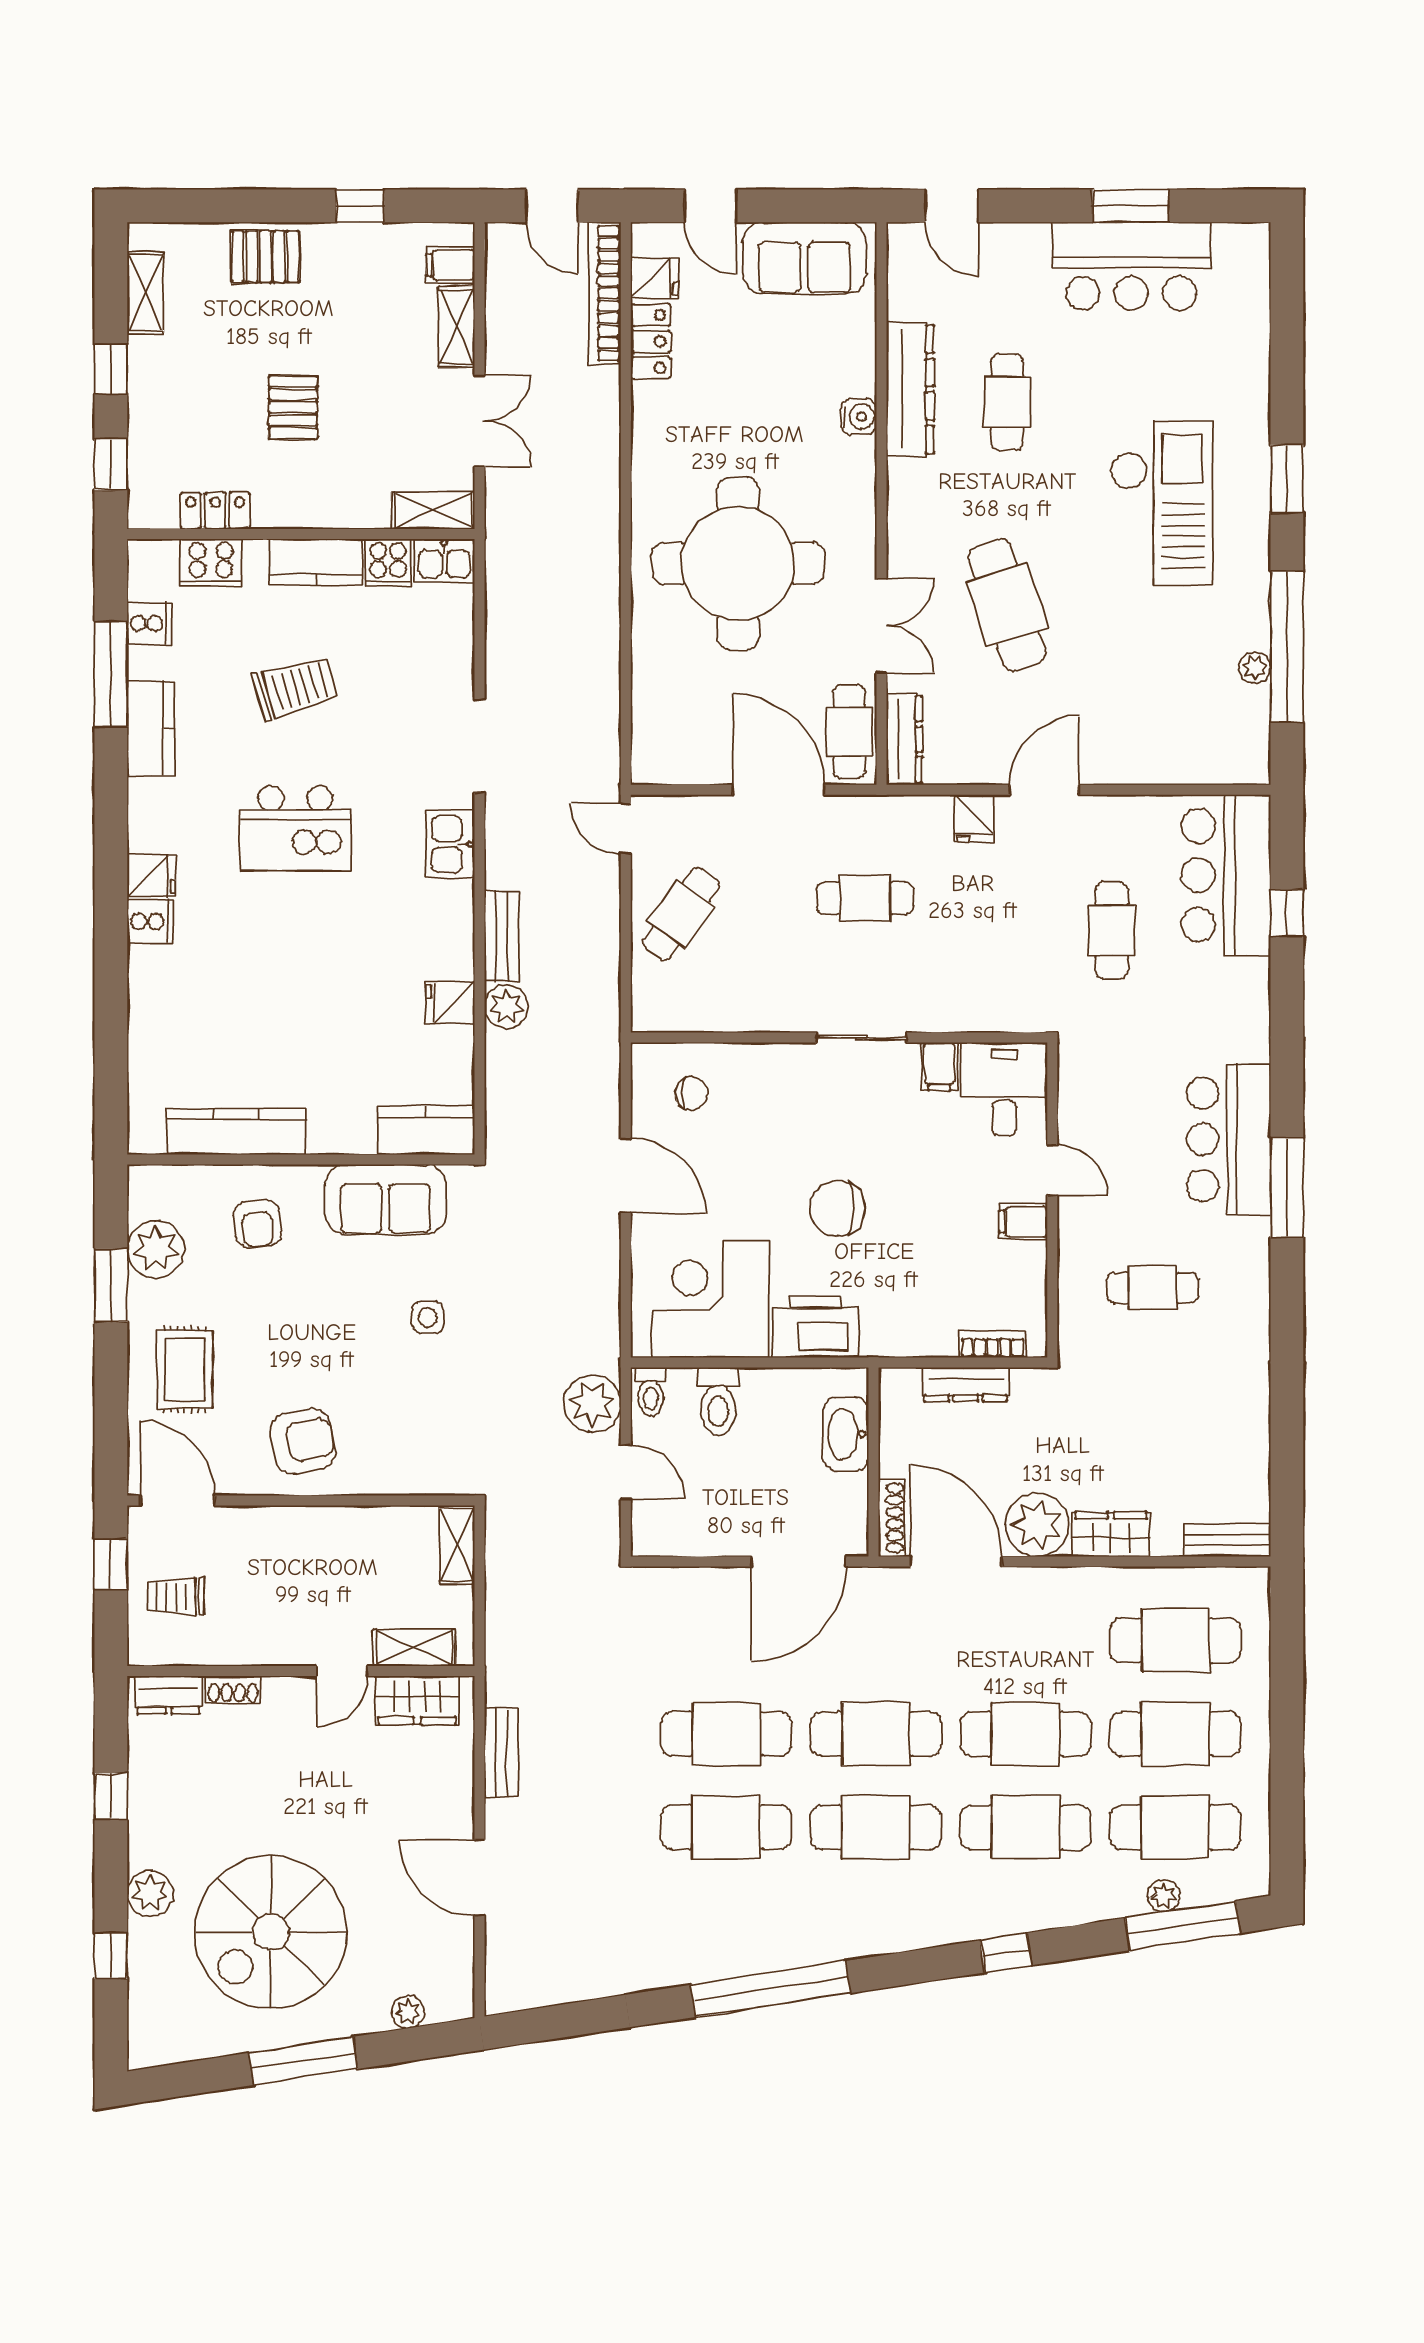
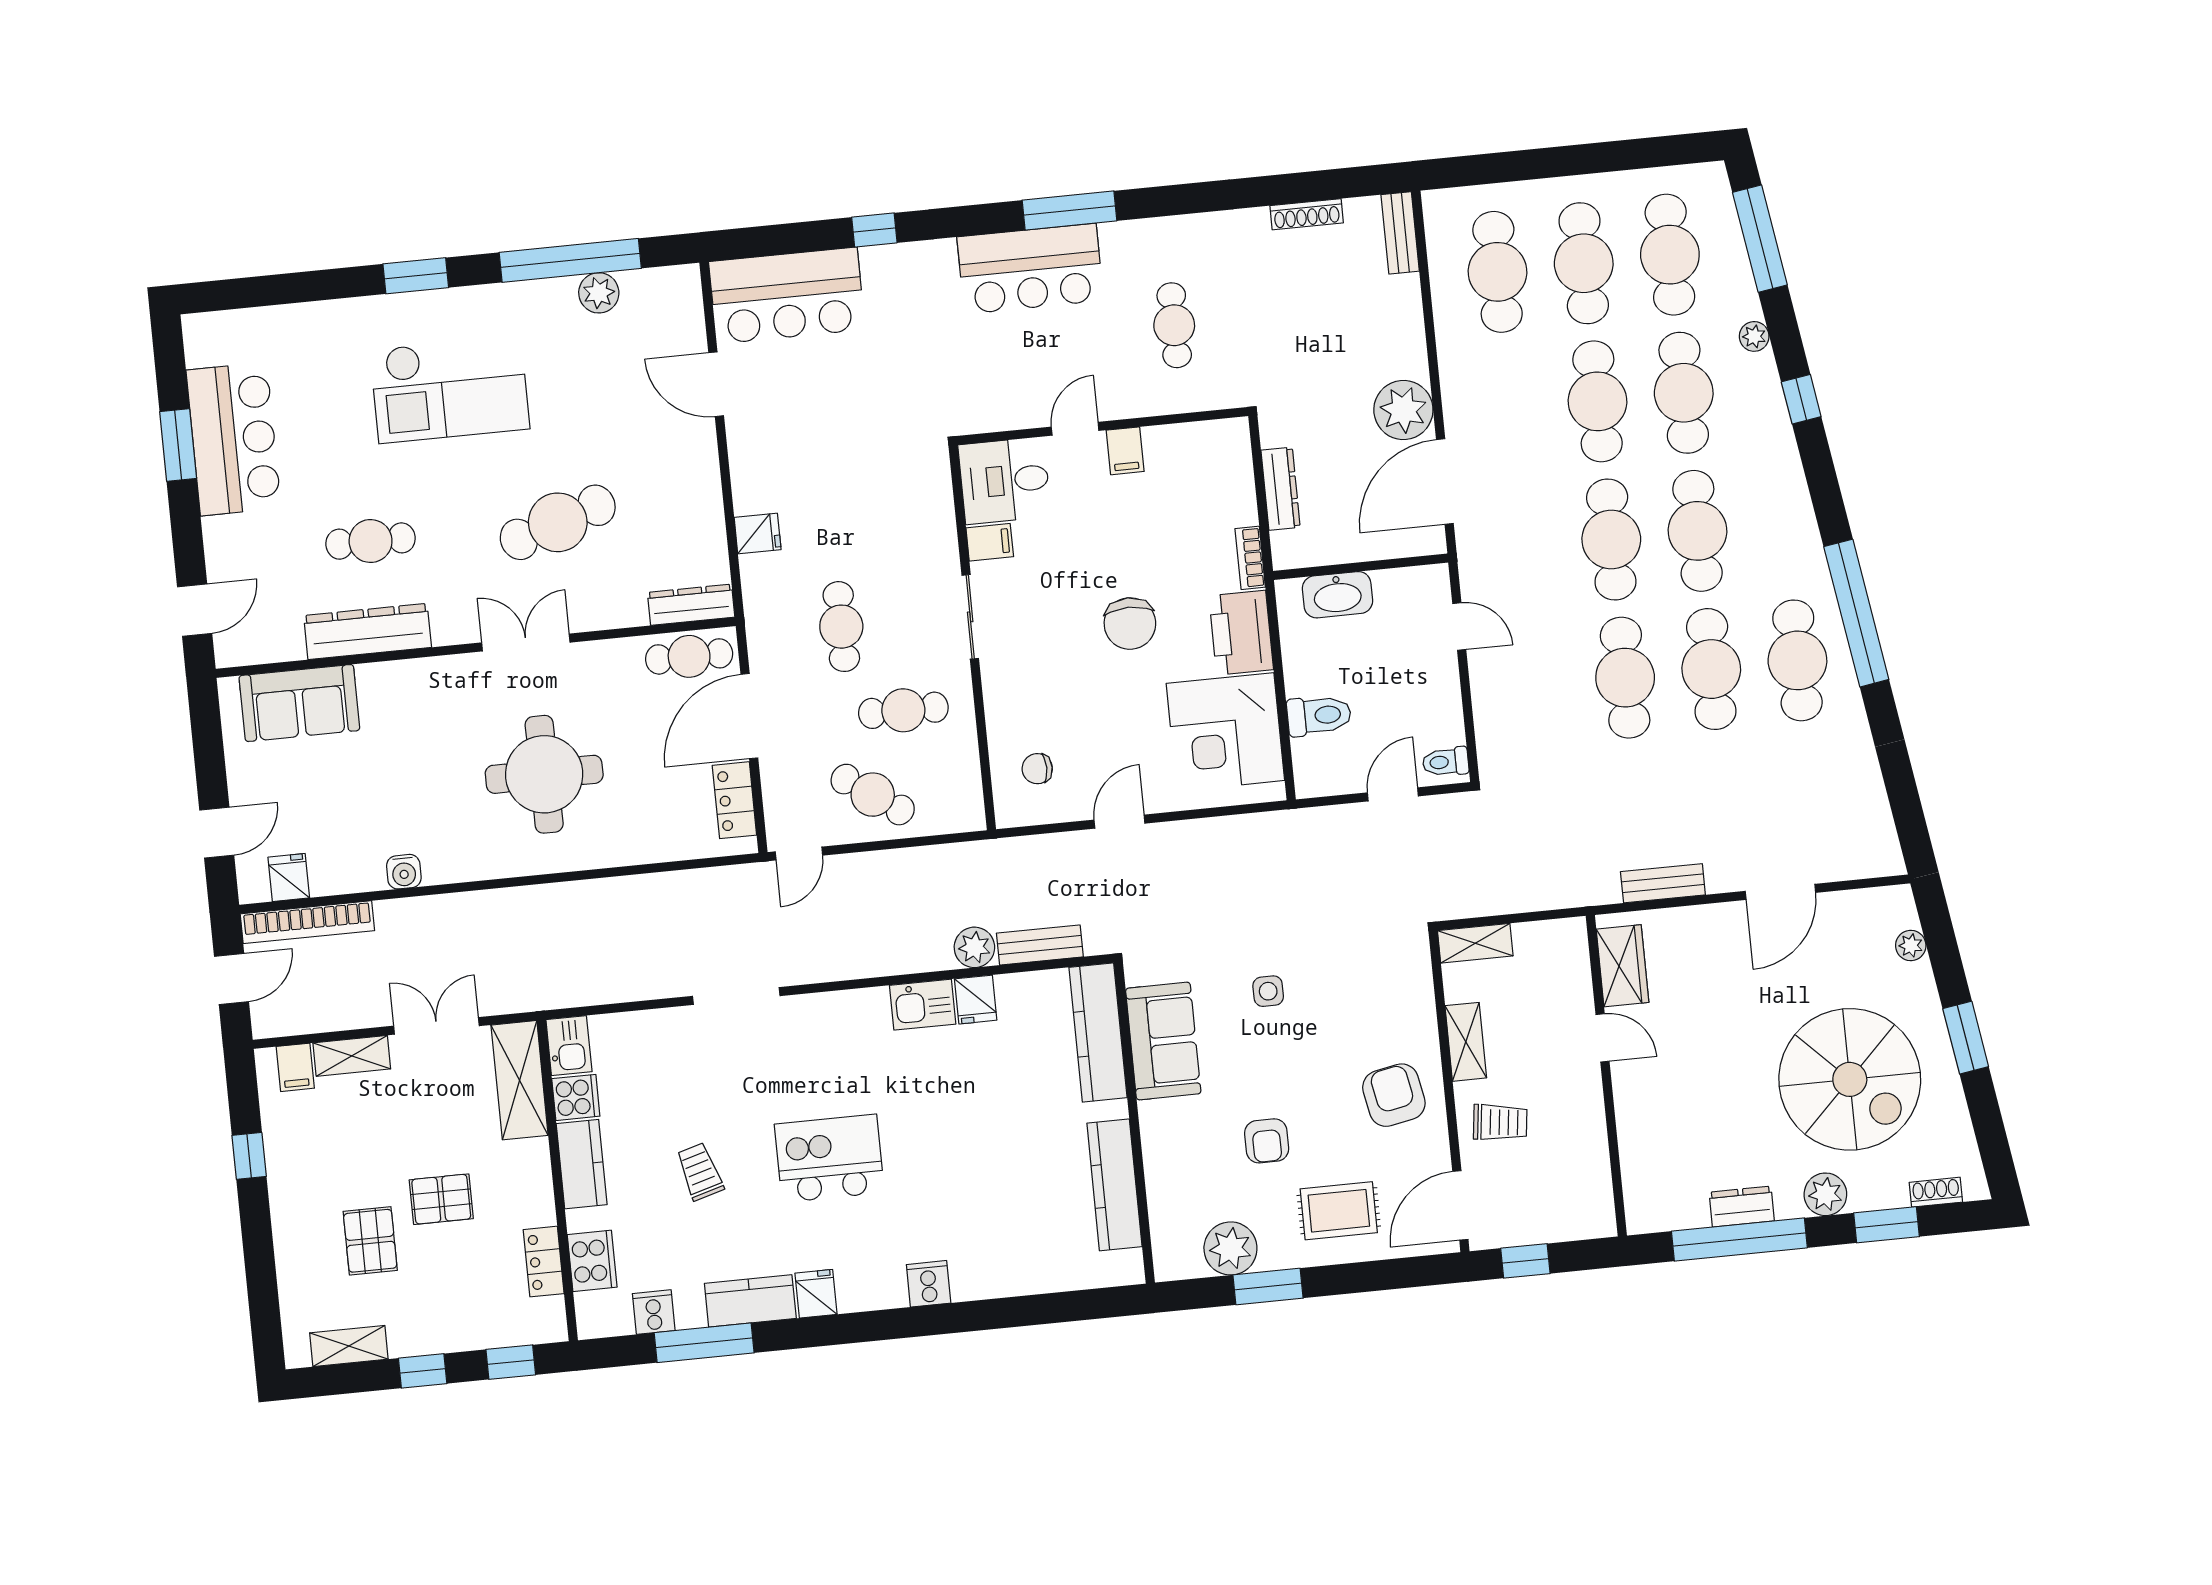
pallet: (265, 256) -> (370, 1241), moved
sofa: (804, 258) -> (299, 703), moved, turned 90
locker: (651, 341) -> (734, 800), moved, turned -90
water cooler: (859, 417) -> (404, 872), moved, turned 180
checkout: (1162, 503) -> (450, 389), turned 180
shelving: (433, 510) -> (520, 1080), width x1.50, depth x1.33
round table: (738, 563) -> (544, 774), width x0.73, depth x0.73
double door: (882, 626) -> (526, 642), moved
plant: (1255, 668) -> (599, 293), width x1.38, depth x1.38
trolley: (295, 688) -> (700, 1172), width x0.73, depth x0.72
door: (1044, 790) -> (716, 384), moved
kitchen island: (295, 828) -> (829, 1158), turned -90
kitchen sink: (450, 844) -> (923, 1005), moved
fridge: (151, 876) -> (816, 1294), moved
window: (1287, 913) -> (874, 230), moved
cafe table: (1112, 930) -> (903, 710), moved
bench: (502, 936) -> (1040, 945), moved
chair: (691, 1093) -> (1037, 769), turned -90
kitchen counter: (426, 1130) -> (1098, 1033), width x1.50
door: (626, 1176) -> (1119, 822), width x0.73
armchair: (257, 1224) -> (1267, 1141), moved, turned 95
bookcase: (992, 1344) -> (1250, 558), moved
toilet: (651, 1392) -> (1446, 762), moved, turned 180
plant: (592, 1404) -> (1333, 831), removed
shoe rack: (891, 1518) -> (1307, 214), moved, turned 180
wardrobe: (1111, 1534) -> (1405, 341), removed
door: (799, 1561) -> (1459, 627), width x0.53
trolley: (175, 1597) -> (1500, 1122), moved, turned -83
shelving: (414, 1648) -> (1466, 1042), moved
shoe rack: (233, 1689) -> (1936, 1192), moved, turned -90
dresser: (169, 1695) -> (1742, 1206), moved, turned -90
window: (111, 1796) -> (1739, 1239), width x3.17
plant: (1164, 1896) -> (1754, 336), moved
cafe table: (726, 1921) -> (1797, 660), added
window: (111, 1956) -> (1887, 1225), width x1.50
window: (303, 2061) -> (1966, 1038), width x0.69

